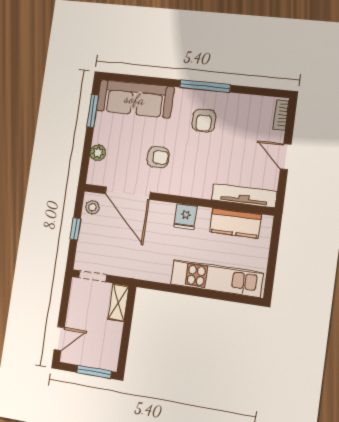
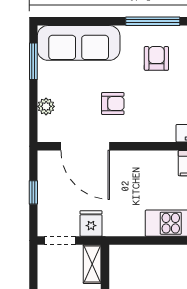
armchair: (204, 120) -> (156, 58), turned 180
stool: (92, 207) -> (49, 167), removed
fridge: (185, 217) -> (91, 223), moved, turned 180

